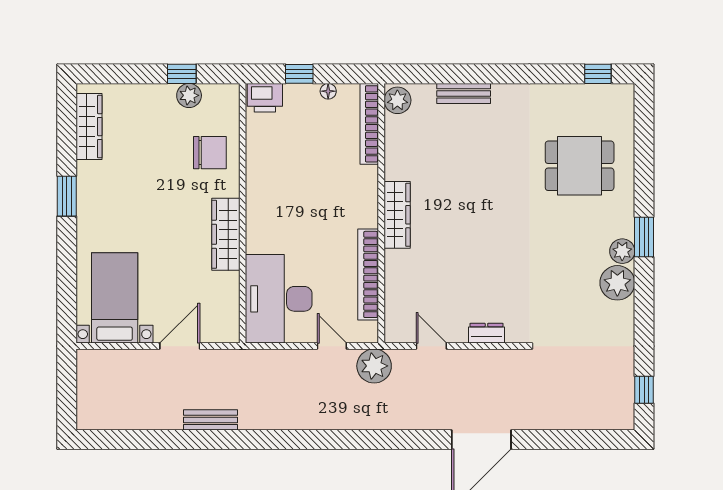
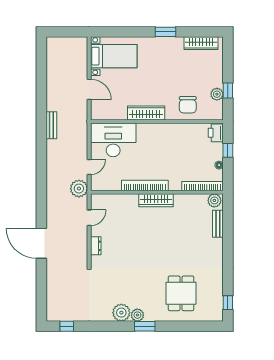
bench: (464, 93) -> (218, 224), moved
bookcase: (368, 274) -> (145, 185), moved
bench: (210, 420) -> (51, 125), moved

